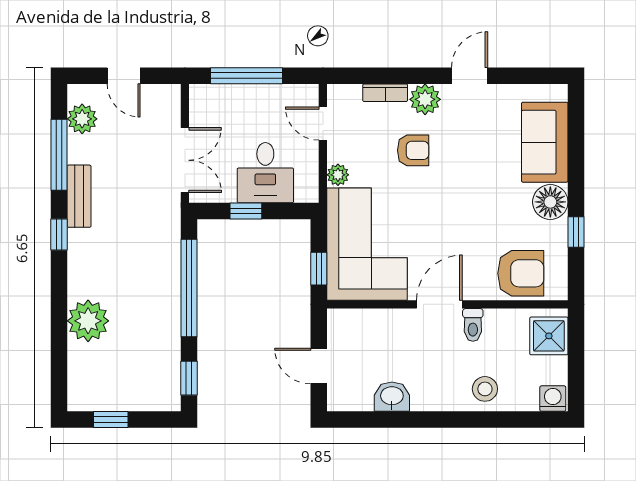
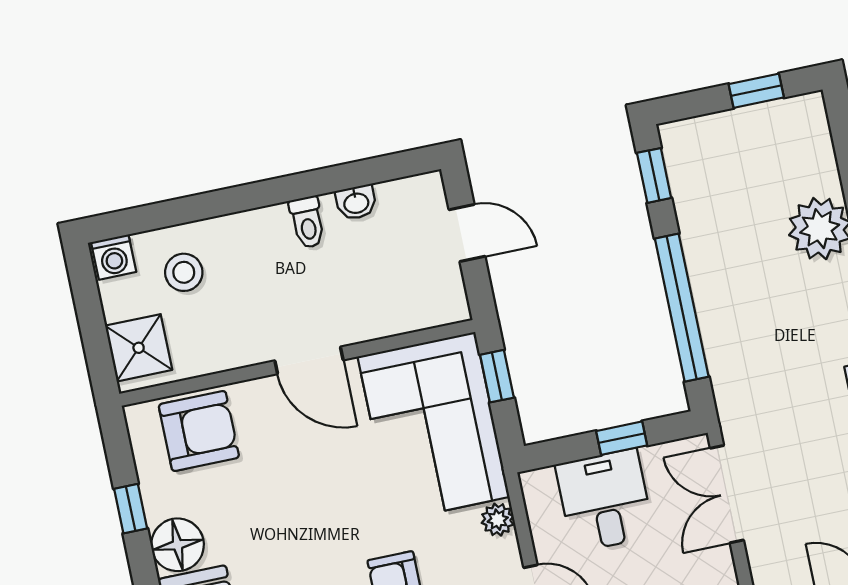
armchair: (521, 273) -> (199, 431), turned 180
door: (439, 304) -> (309, 360), hinge flipped
toilet: (473, 325) -> (307, 222), moved, turned 180
stool: (485, 389) -> (184, 272), moved
washbasin: (392, 397) -> (356, 202), width x0.72, depth x0.69

